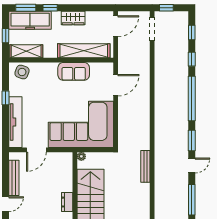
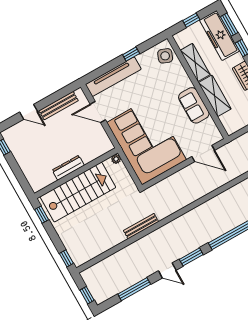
shelving: (26, 51) -> (195, 62), moved
shelving: (84, 51) -> (215, 96), width x0.68
dresser: (67, 202) -> (68, 168), width x1.44

